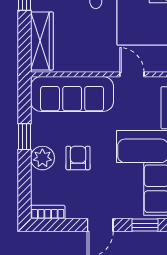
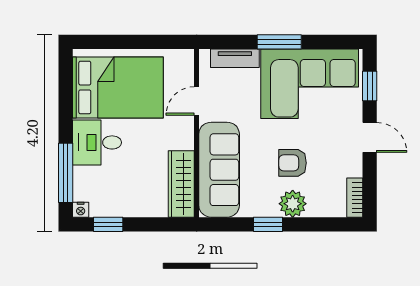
wardrobe: (42, 41) -> (181, 184), moved, turned -90

